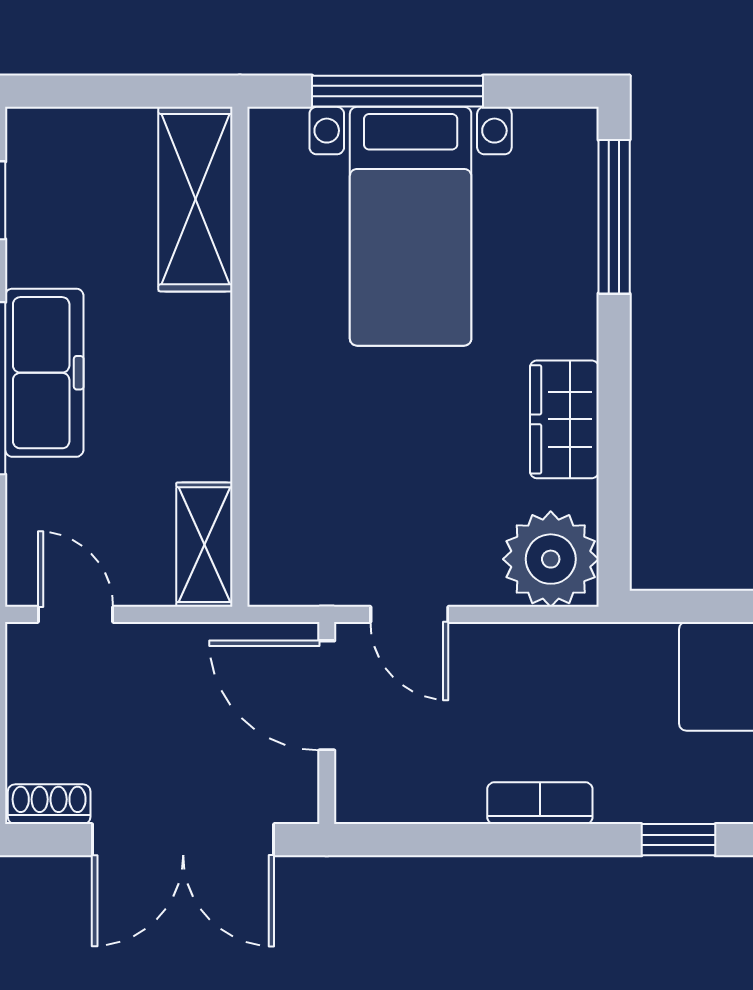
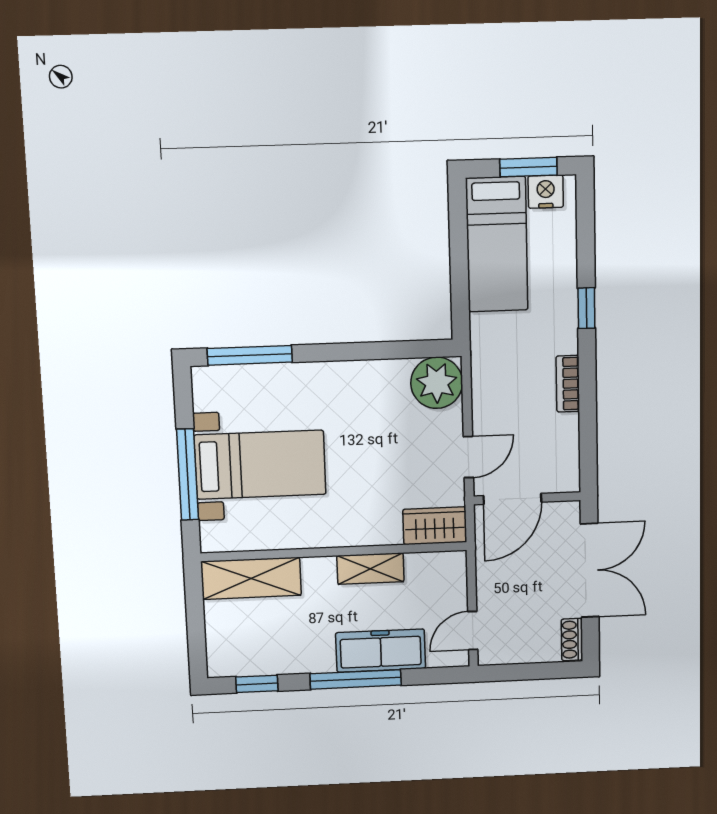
freezer: (44, 373) -> (381, 651), moved
wardrobe: (564, 419) -> (435, 526), moved, turned 180
shelving: (204, 545) -> (370, 569), moved

